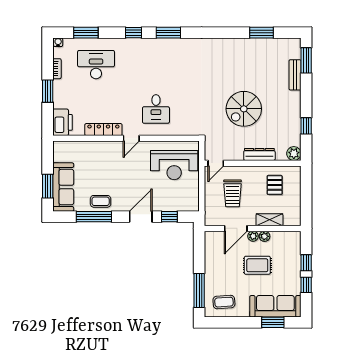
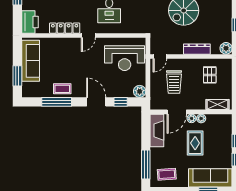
sofa: (63, 187) -> (31, 61), moved
plant: (192, 204) -> (140, 91), added
door: (141, 217) -> (96, 102), hinge flipped
shelving: (269, 220) -> (217, 104), moved
fireplace: (212, 250) -> (157, 130), added
rug: (257, 265) -> (195, 143), turned 90

